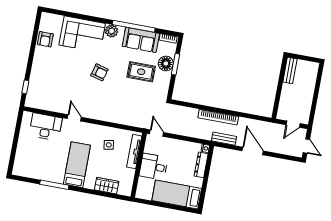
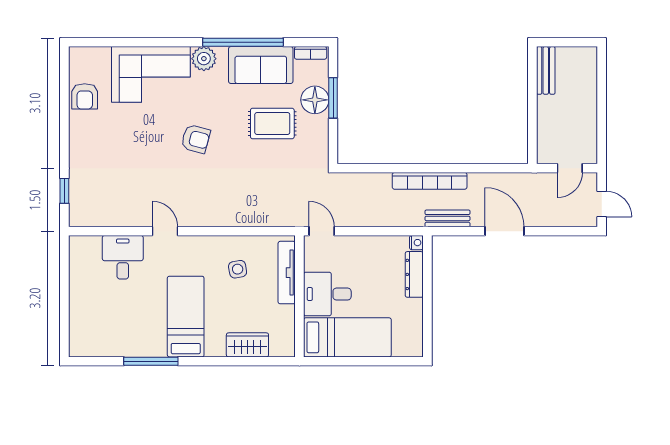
desk: (46, 127) -> (123, 257), width x0.73
bed: (177, 195) -> (347, 337), moved, turned 180

